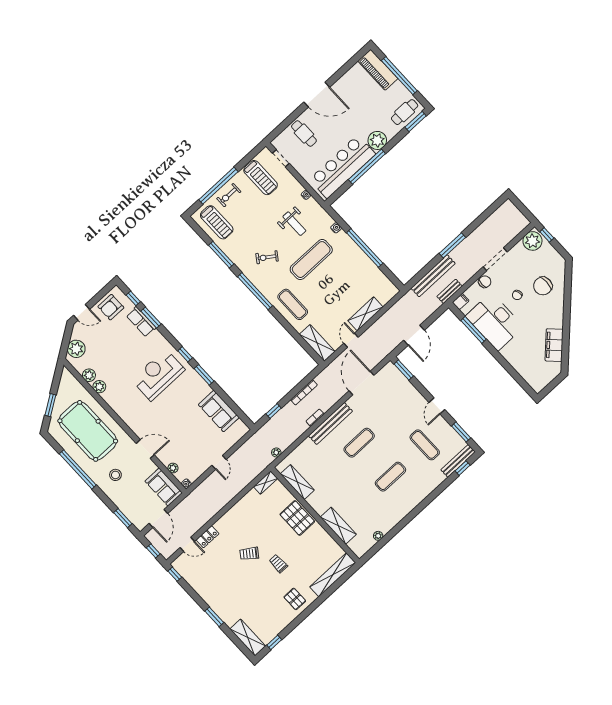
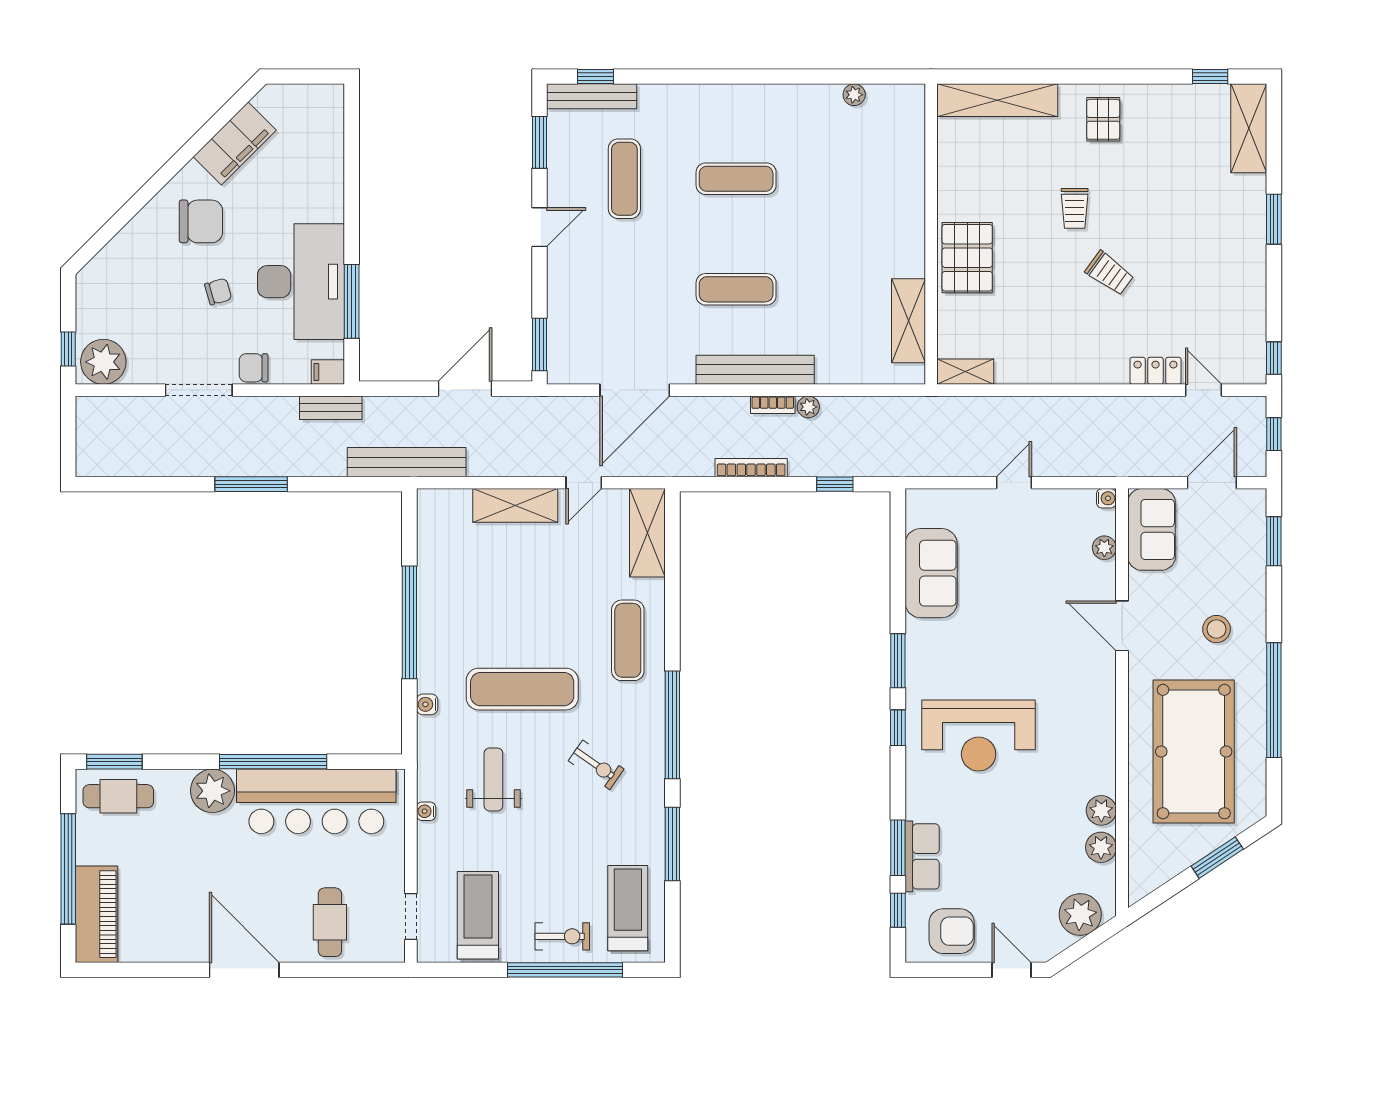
bench: (433, 276) -> (407, 462), moved
chair: (543, 286) -> (201, 221), moved
plant: (276, 452) -> (808, 407), moved
shelving: (338, 526) -> (908, 177), removed

